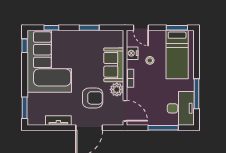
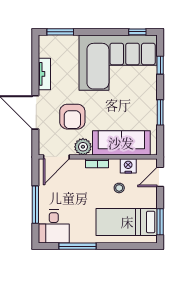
sofa: (114, 65) -> (121, 143), width x1.36
desk: (181, 108) -> (54, 227), width x0.73

